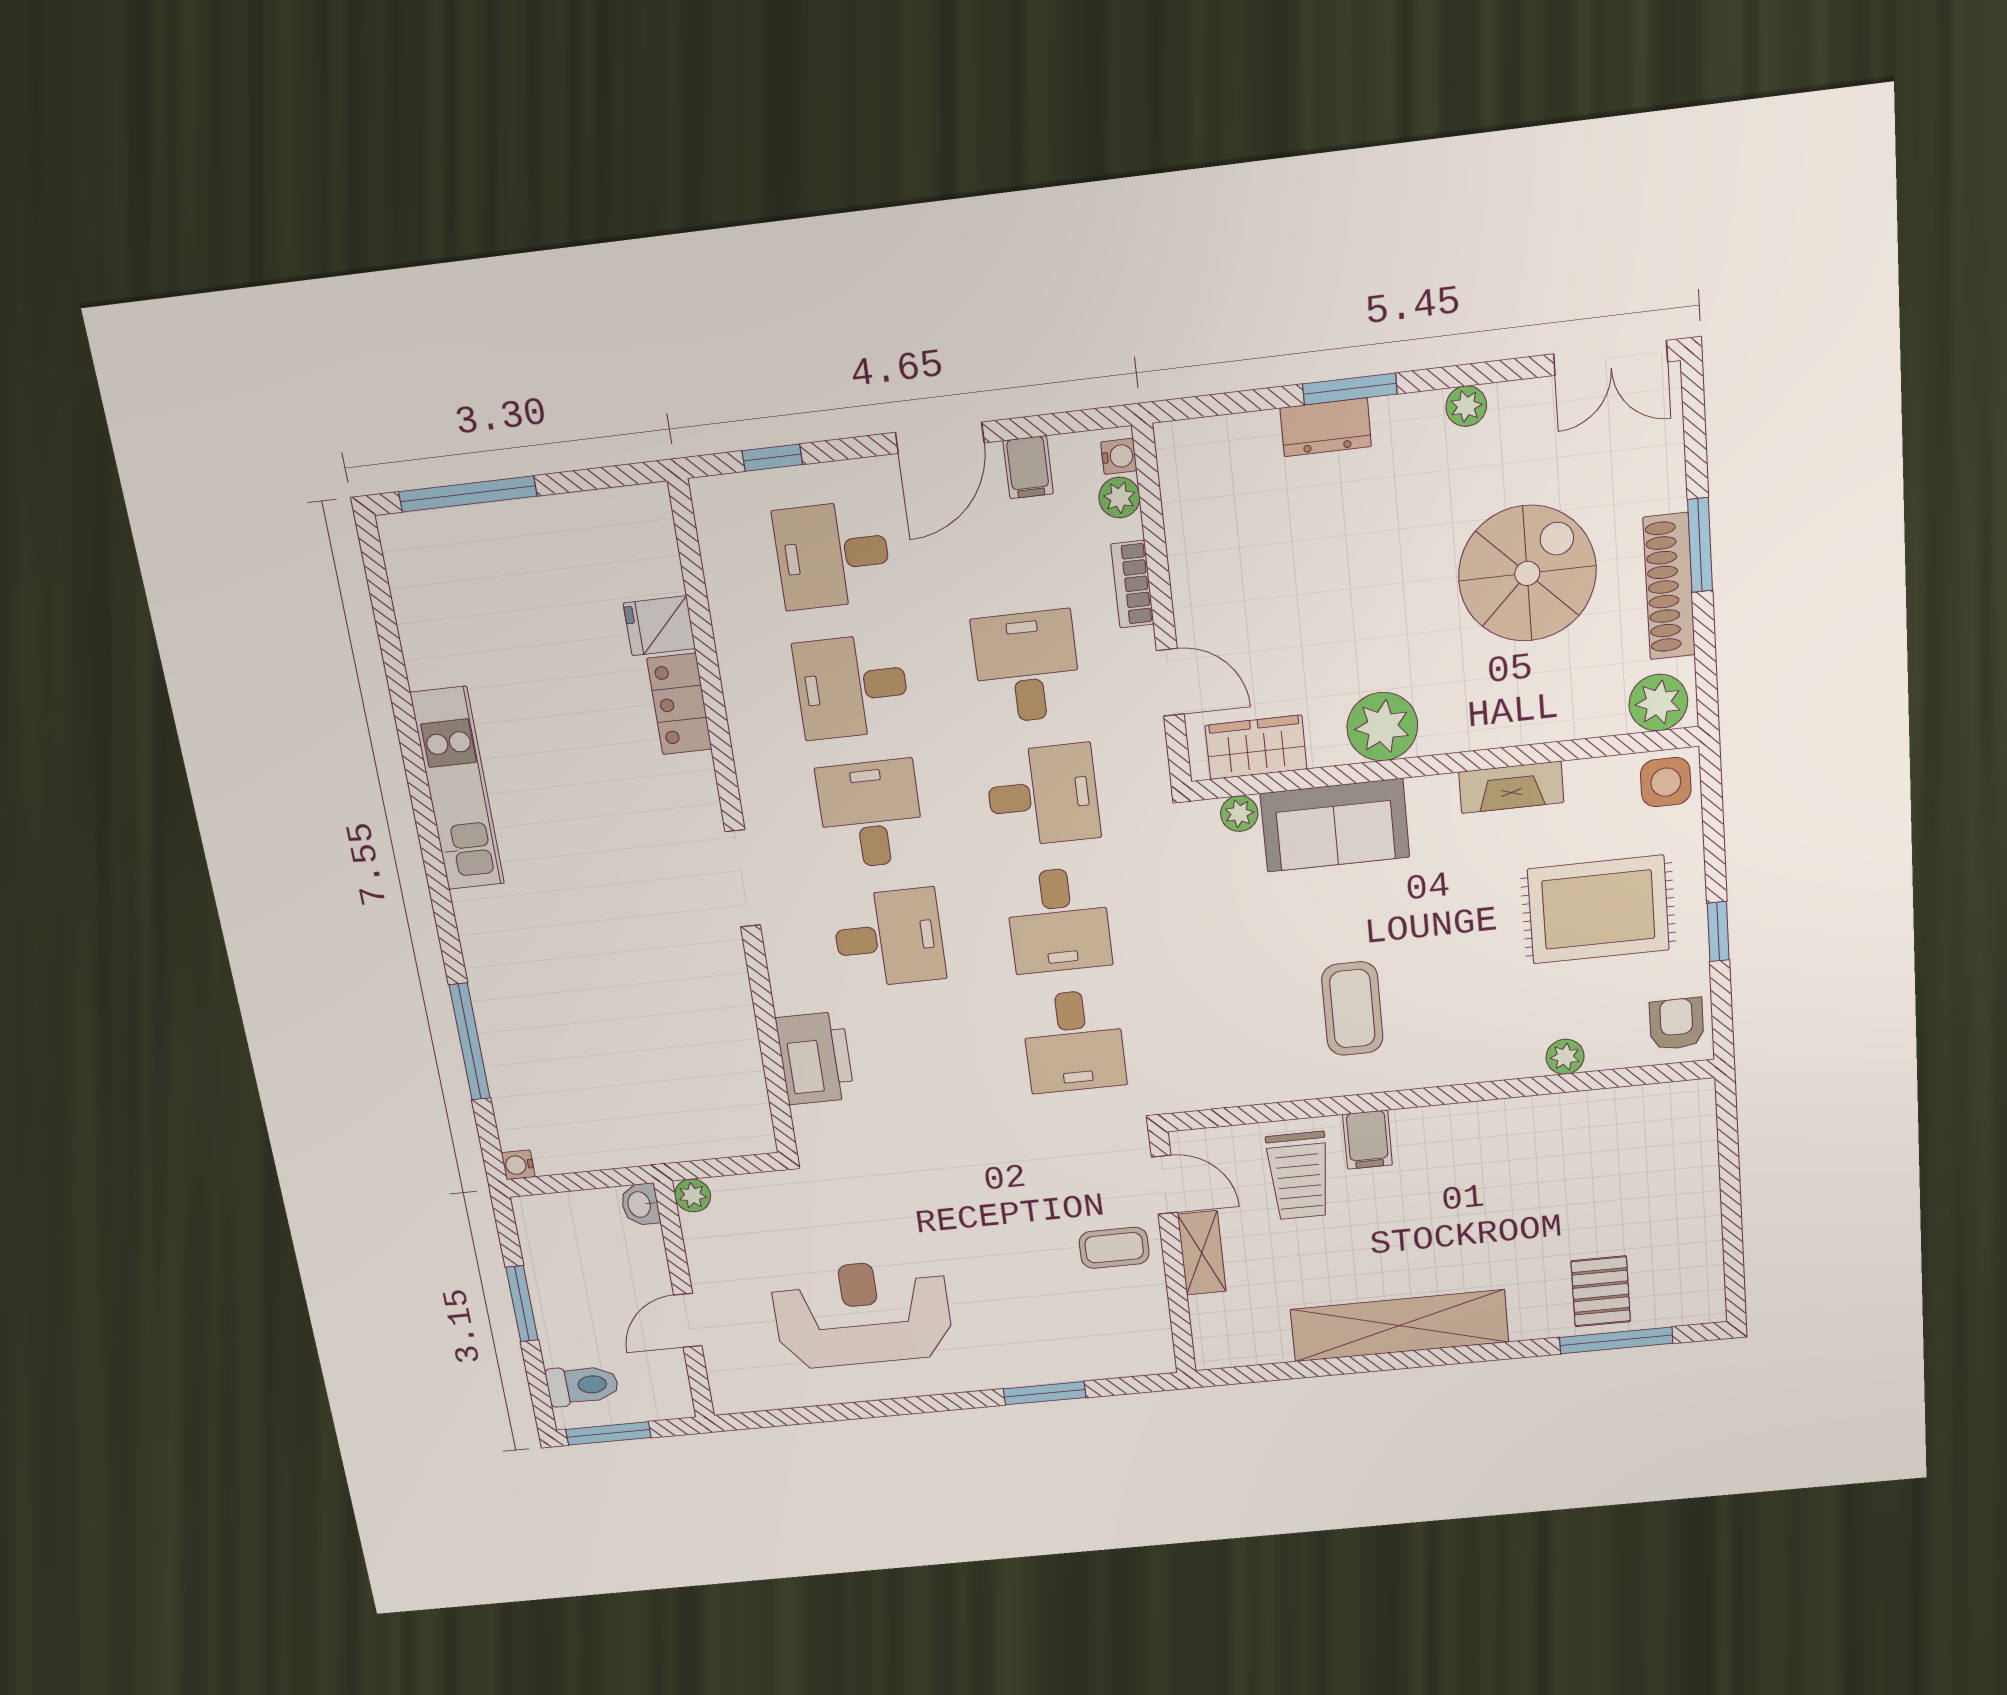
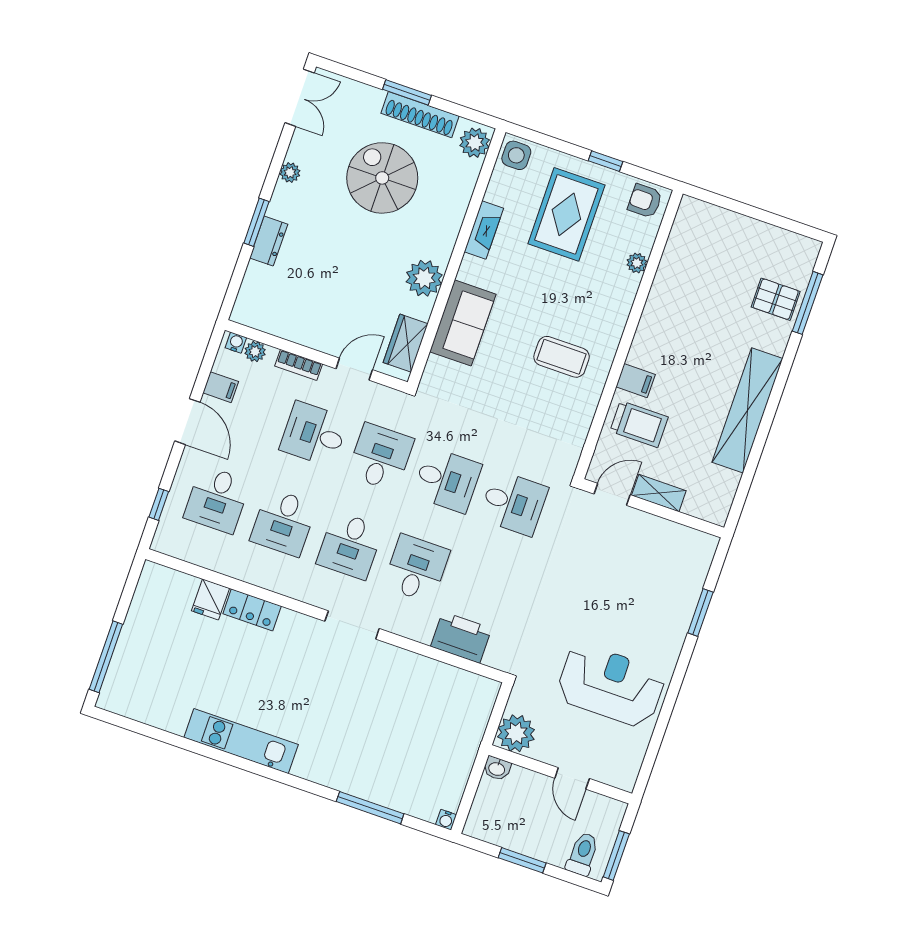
desk: (871, 814) -> (350, 545), turned -90
plant: (1239, 814) -> (435, 366), removed
plant: (693, 1195) -> (516, 733), width x1.87, depth x1.87
coffee table: (1114, 1248) -> (635, 537), removed
reception desk: (862, 1314) -> (611, 685), turned 90

